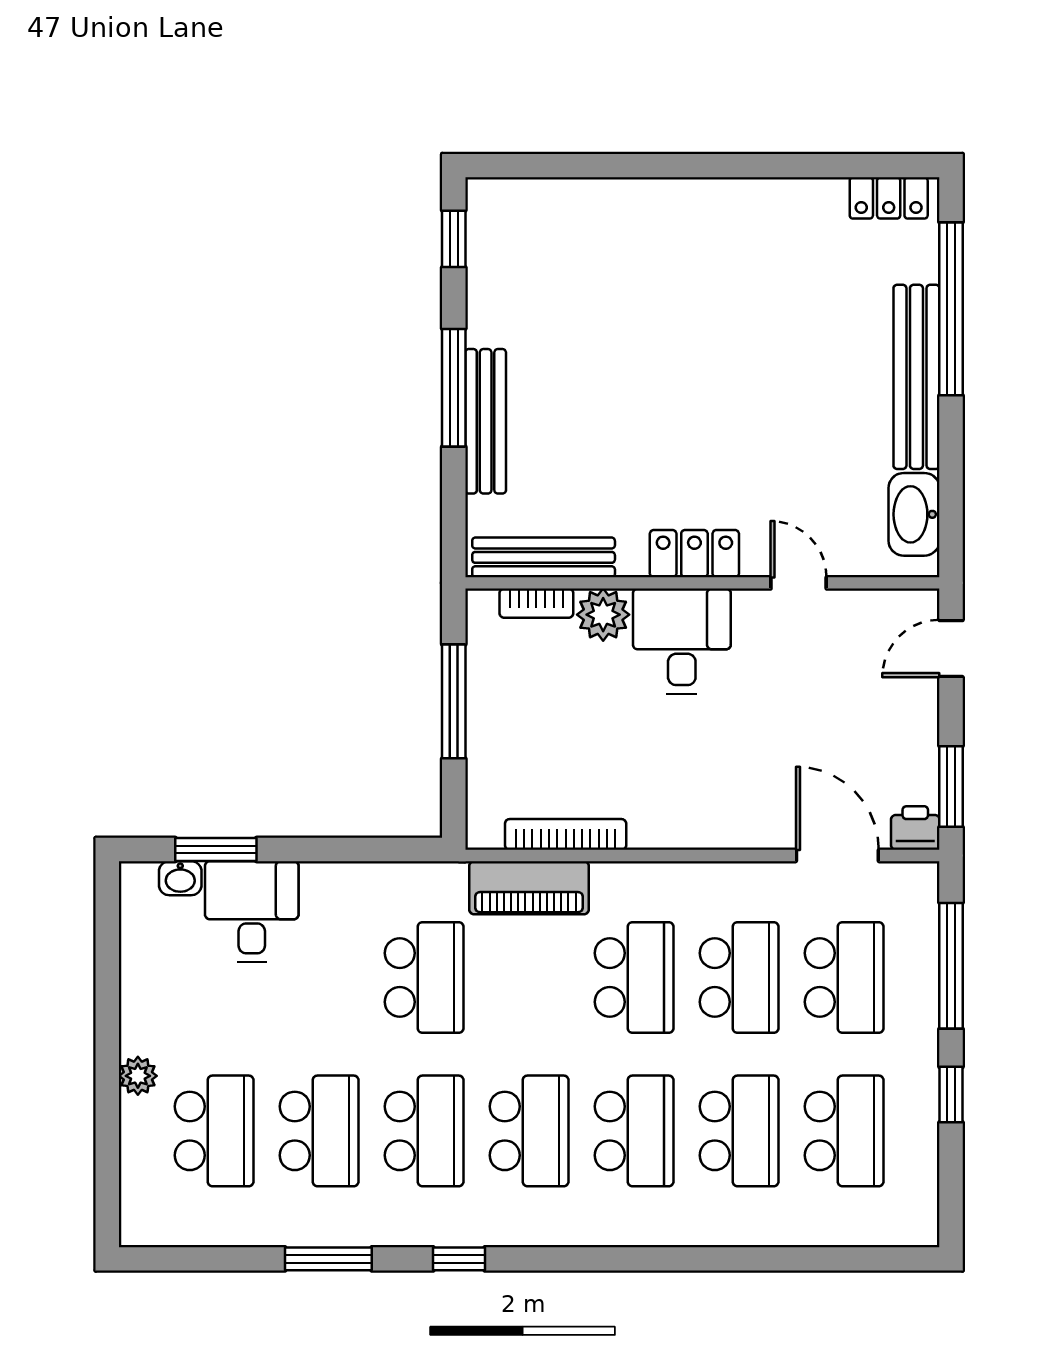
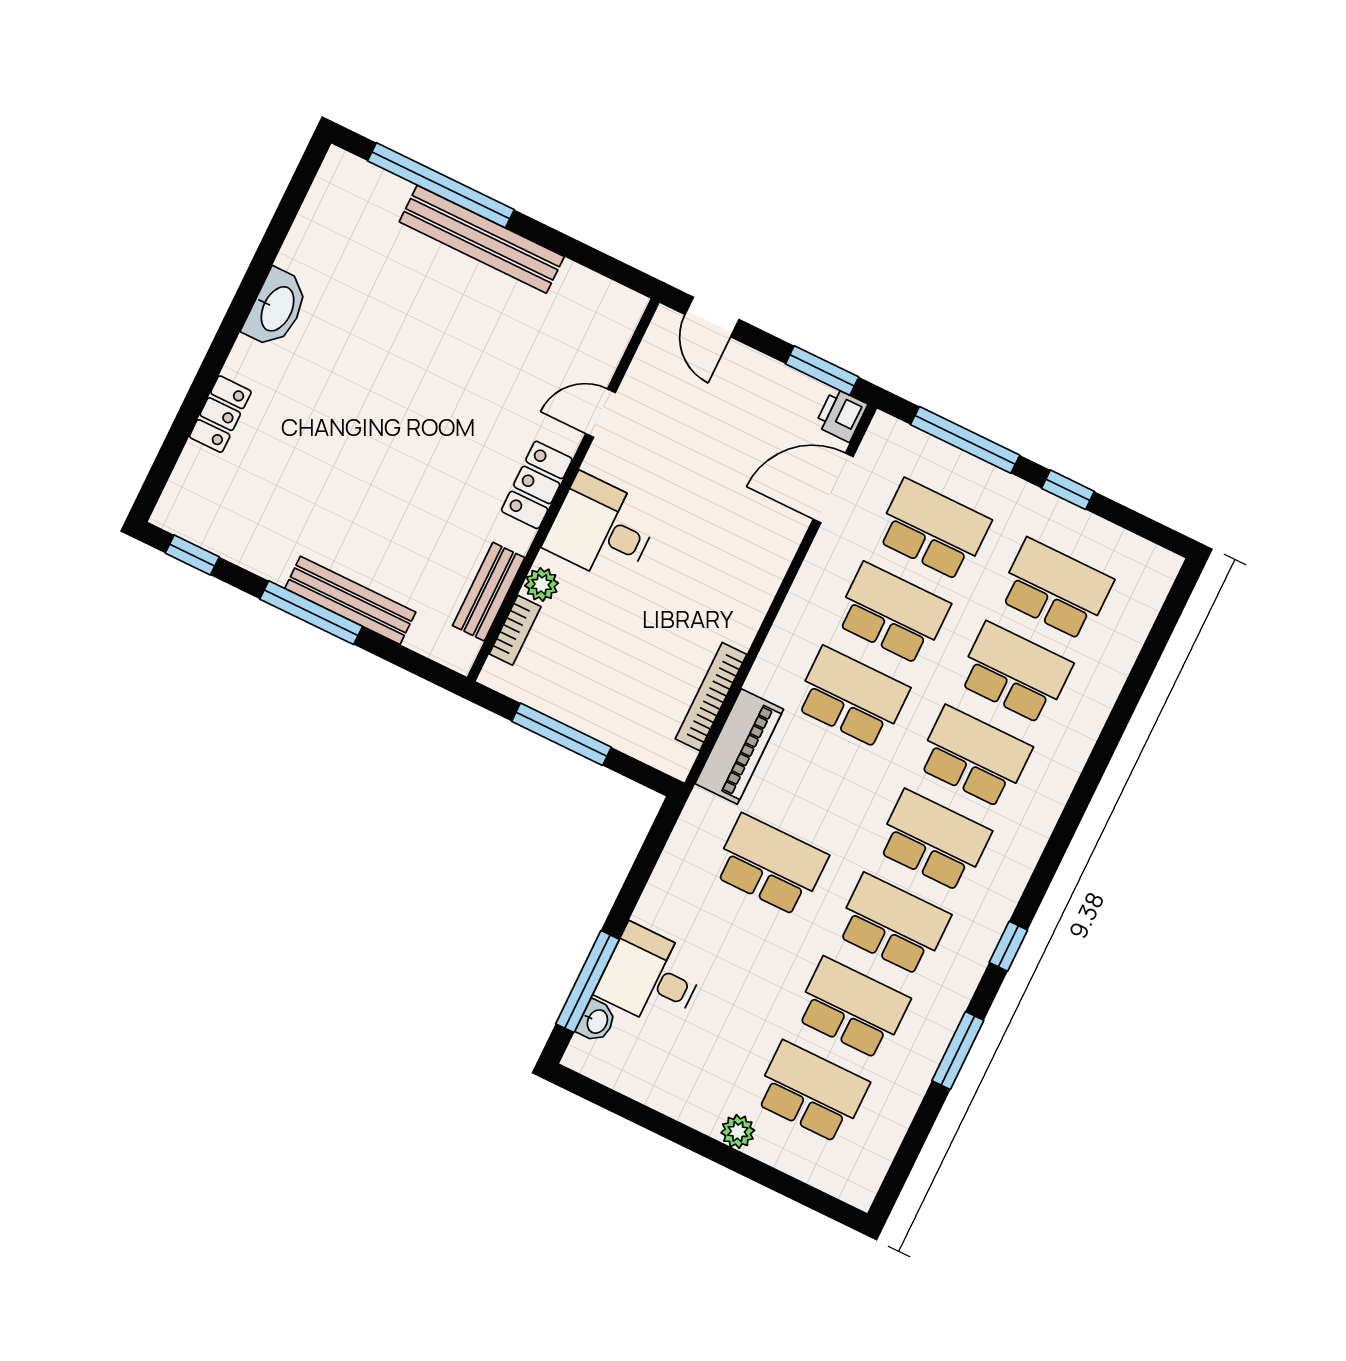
locker: (889, 198) -> (220, 414), moved
washbasin: (914, 514) -> (276, 308), moved, turned -90
bench: (544, 557) -> (489, 592), width x0.73
plant: (603, 615) -> (542, 584), width x0.73, depth x0.73
window: (216, 849) -> (587, 982), width x1.44

